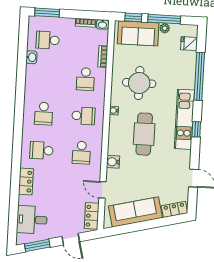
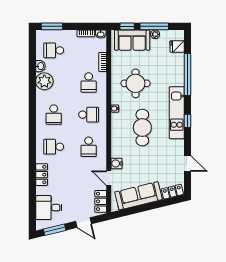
plant: (35, 75) -> (44, 81), added
water cooler: (113, 162) -> (117, 163), moved

